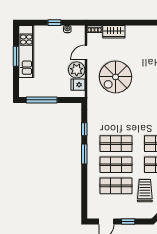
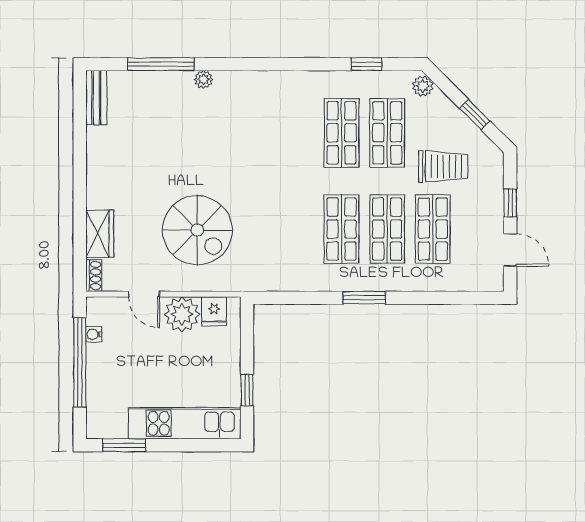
window: (54, 23) -> (80, 362), width x3.17
kitchen unit: (26, 51) -> (185, 423), moved
window: (16, 56) -> (124, 445), moved
window: (42, 100) -> (247, 390), width x0.46
window: (84, 129) -> (311, 298), removed
trolley: (145, 191) -> (443, 166), turned 180

